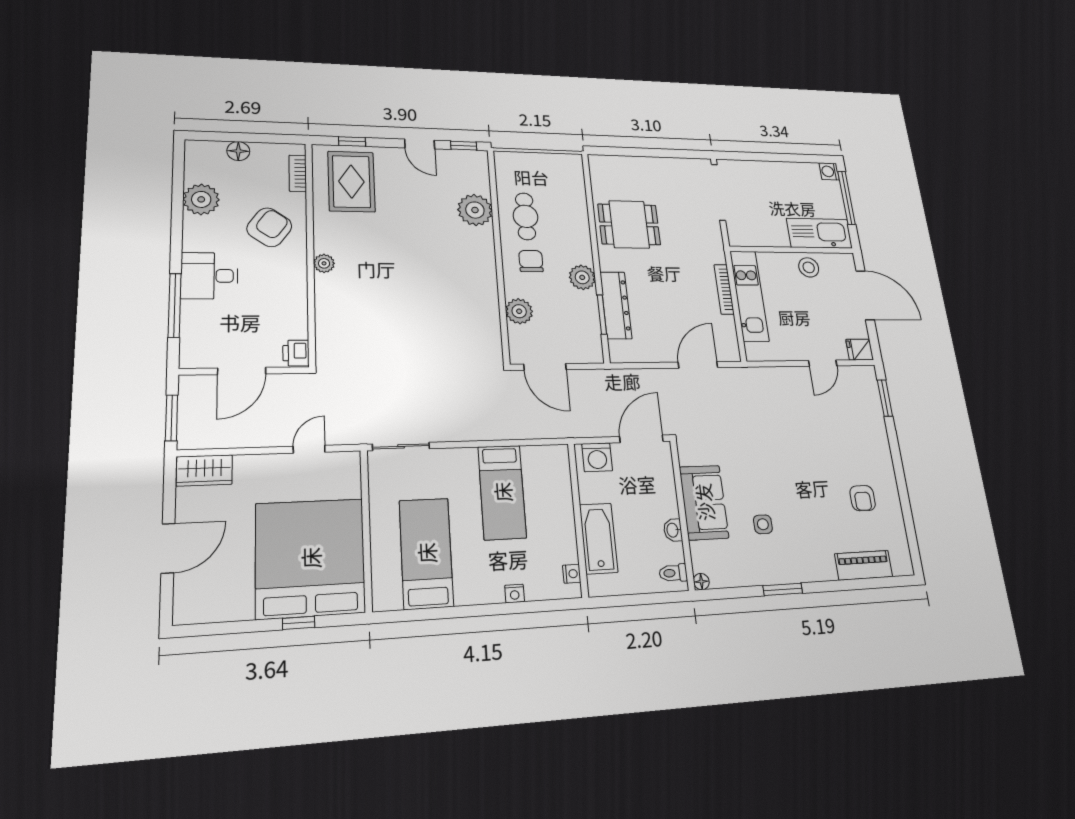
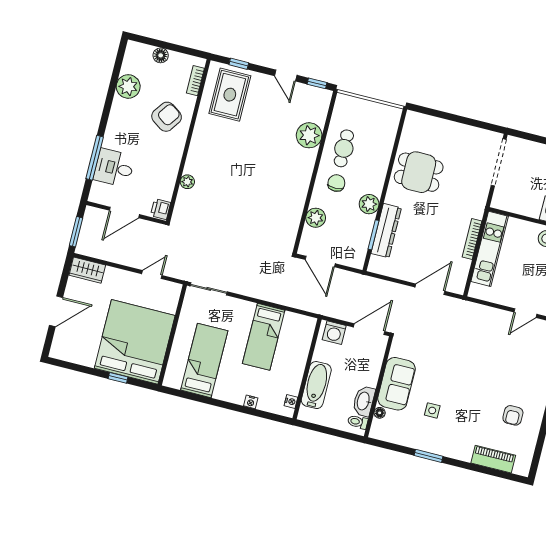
plant: (324, 263) -> (187, 182), moved
desk: (209, 276) -> (114, 168), moved
washbasin: (673, 530) -> (364, 401), width x1.91, depth x1.45
floor lamp: (701, 582) -> (380, 413), moved

